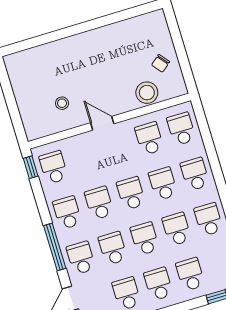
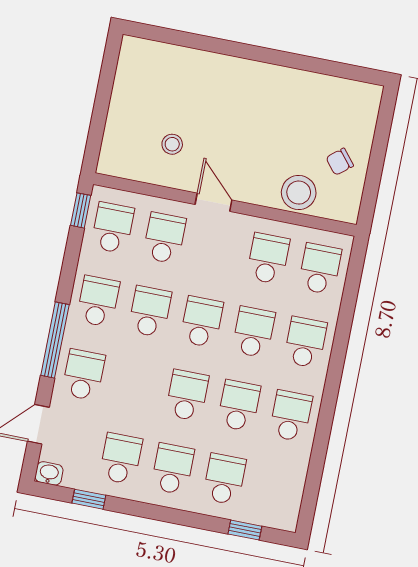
school desk: (113, 248) -> (164, 238), moved

